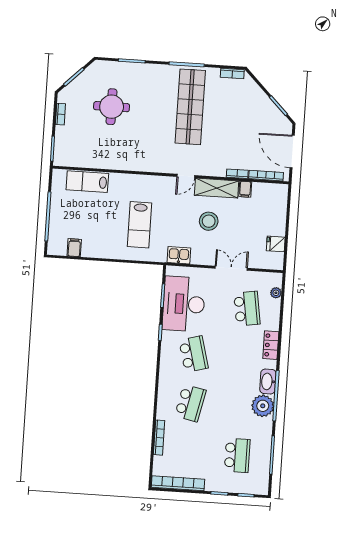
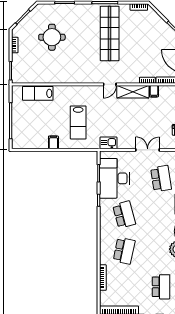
stool: (209, 221) -> (129, 116), removed
filing cabinet: (74, 248) -> (53, 142), moved

